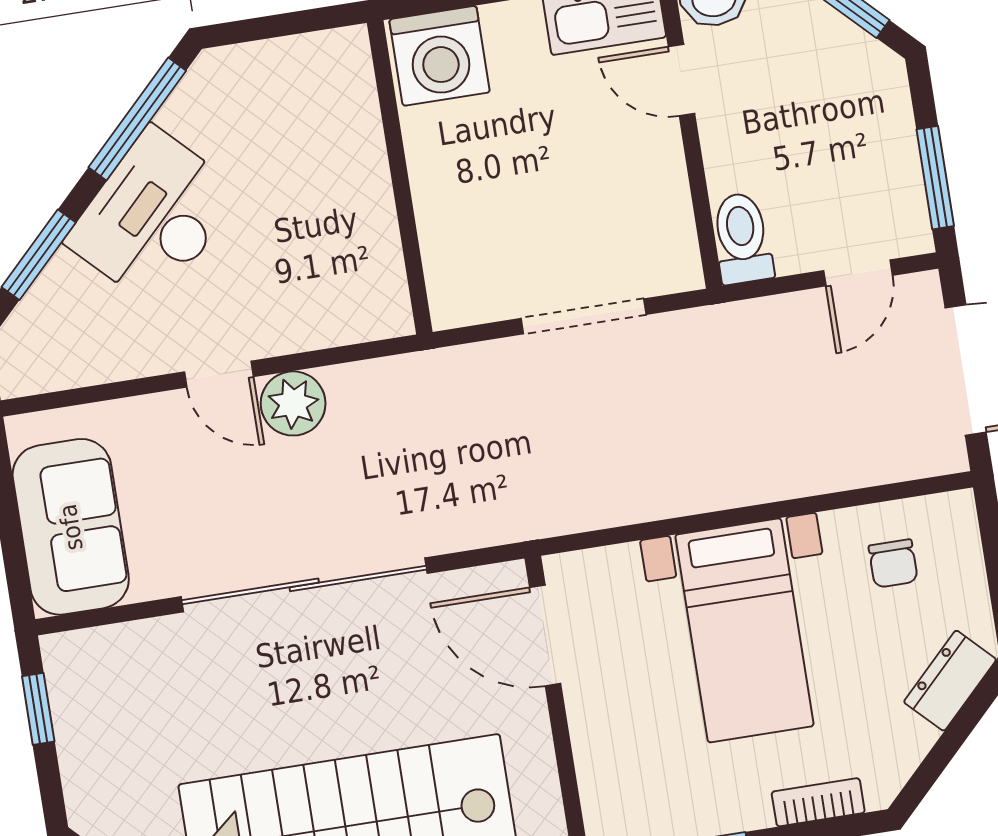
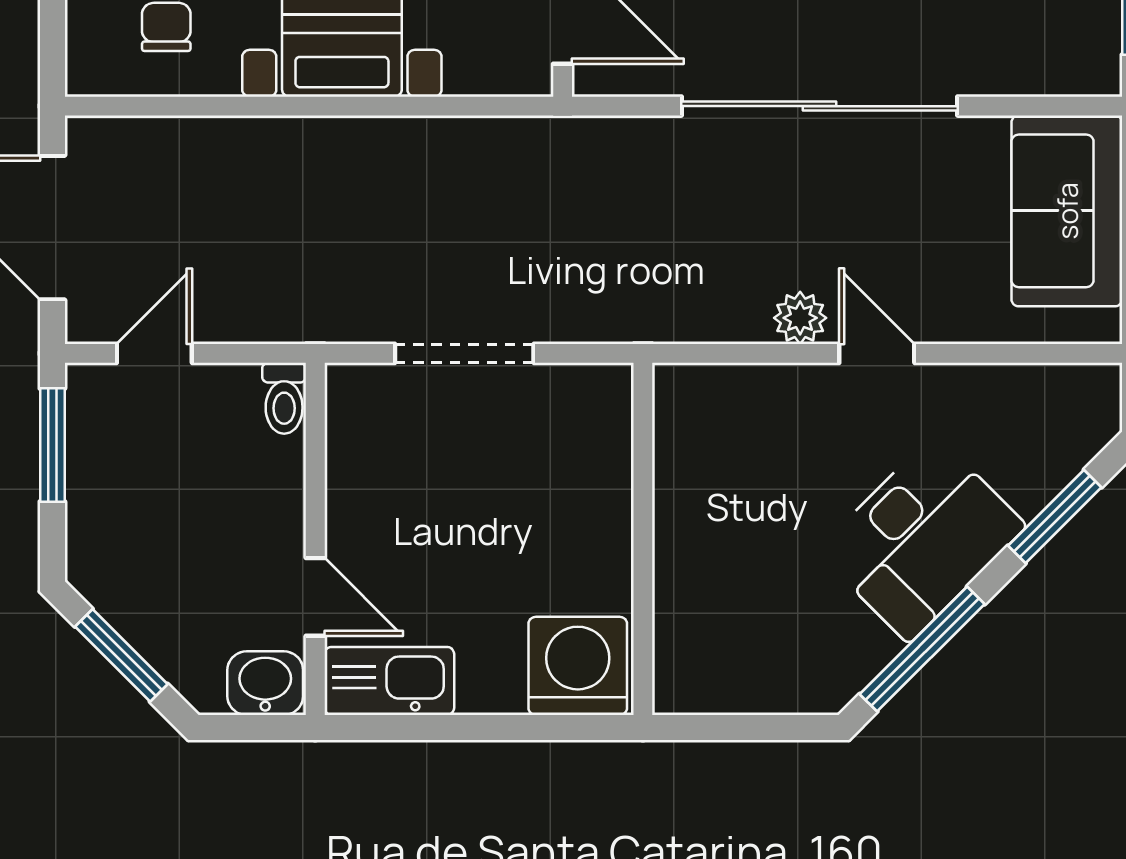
toilet: (742, 238) -> (284, 398), width x0.73, depth x0.72
plant: (293, 403) -> (800, 318), width x0.73, depth x0.73

